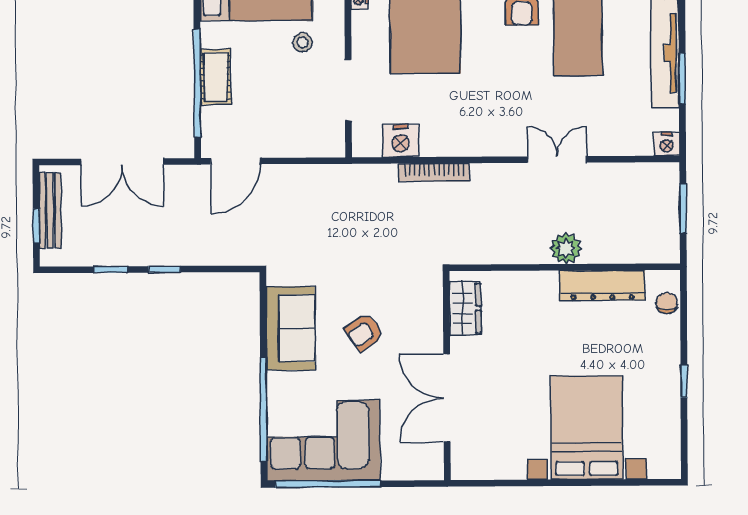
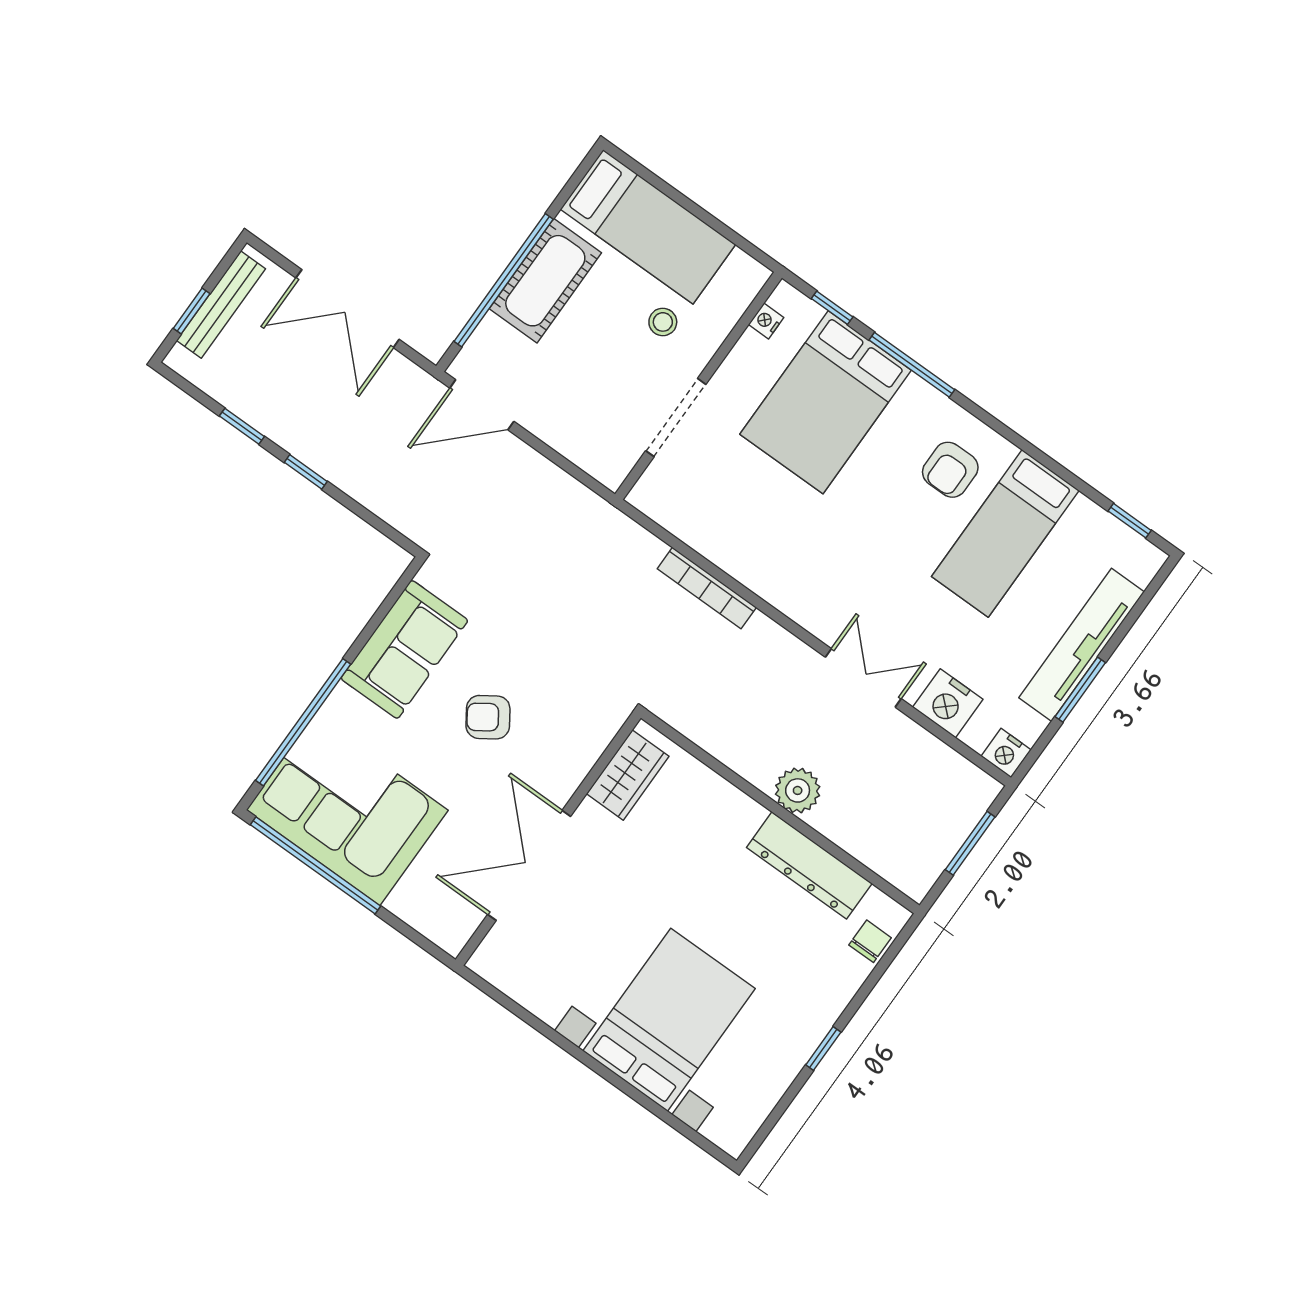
cot: (216, 77) -> (545, 281), width x1.37, depth x1.34
nightstand: (401, 141) -> (948, 703), moved

